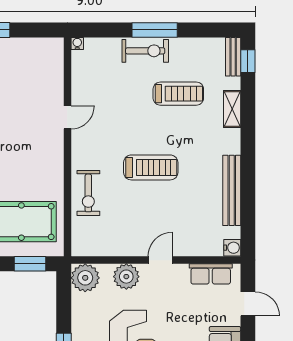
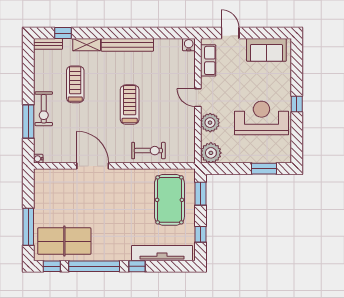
window: (155, 30) -> (28, 122), moved
exercise bike: (145, 51) -> (44, 109), turned 180
window: (248, 61) -> (63, 33), moved
door: (67, 117) -> (93, 166), width x1.88
bench: (232, 190) -> (127, 45), moved
door: (248, 304) -> (230, 33), hinge flipped

